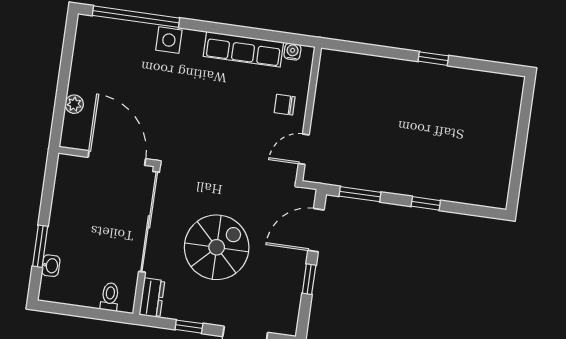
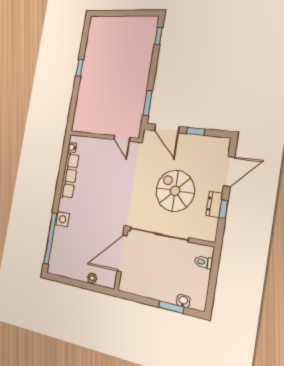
chair: (285, 105) -> (98, 151), removed
window: (426, 203) -> (158, 36), moved
dresser: (152, 298) -> (214, 204), moved, turned -90

